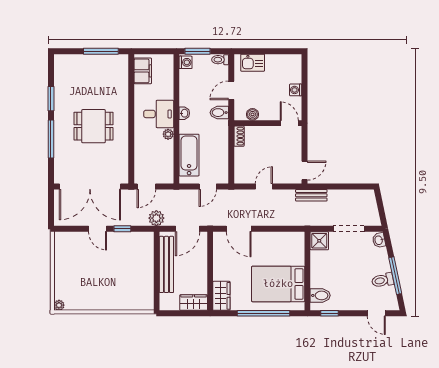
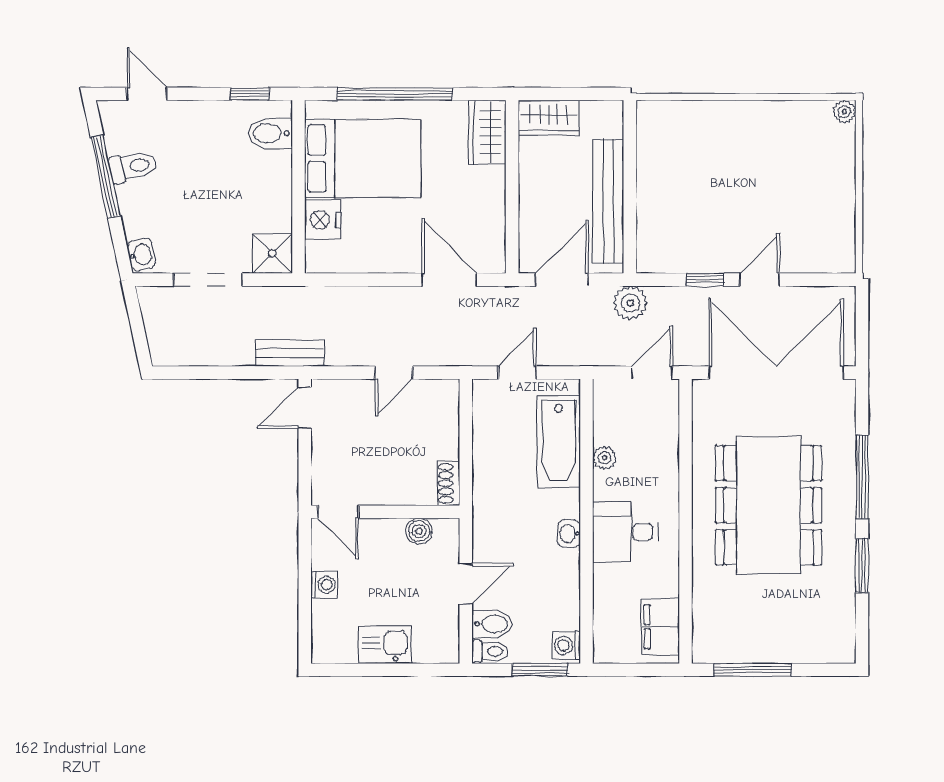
kitchen sink: (253, 63) -> (385, 645), moved
bidet: (219, 113) -> (492, 624), moved
dining table: (94, 126) -> (768, 505), width x1.88, depth x1.24
plant: (168, 134) -> (604, 458), moved
door: (98, 229) -> (760, 280), hinge flipped
nightstand: (296, 256) -> (323, 220), added

